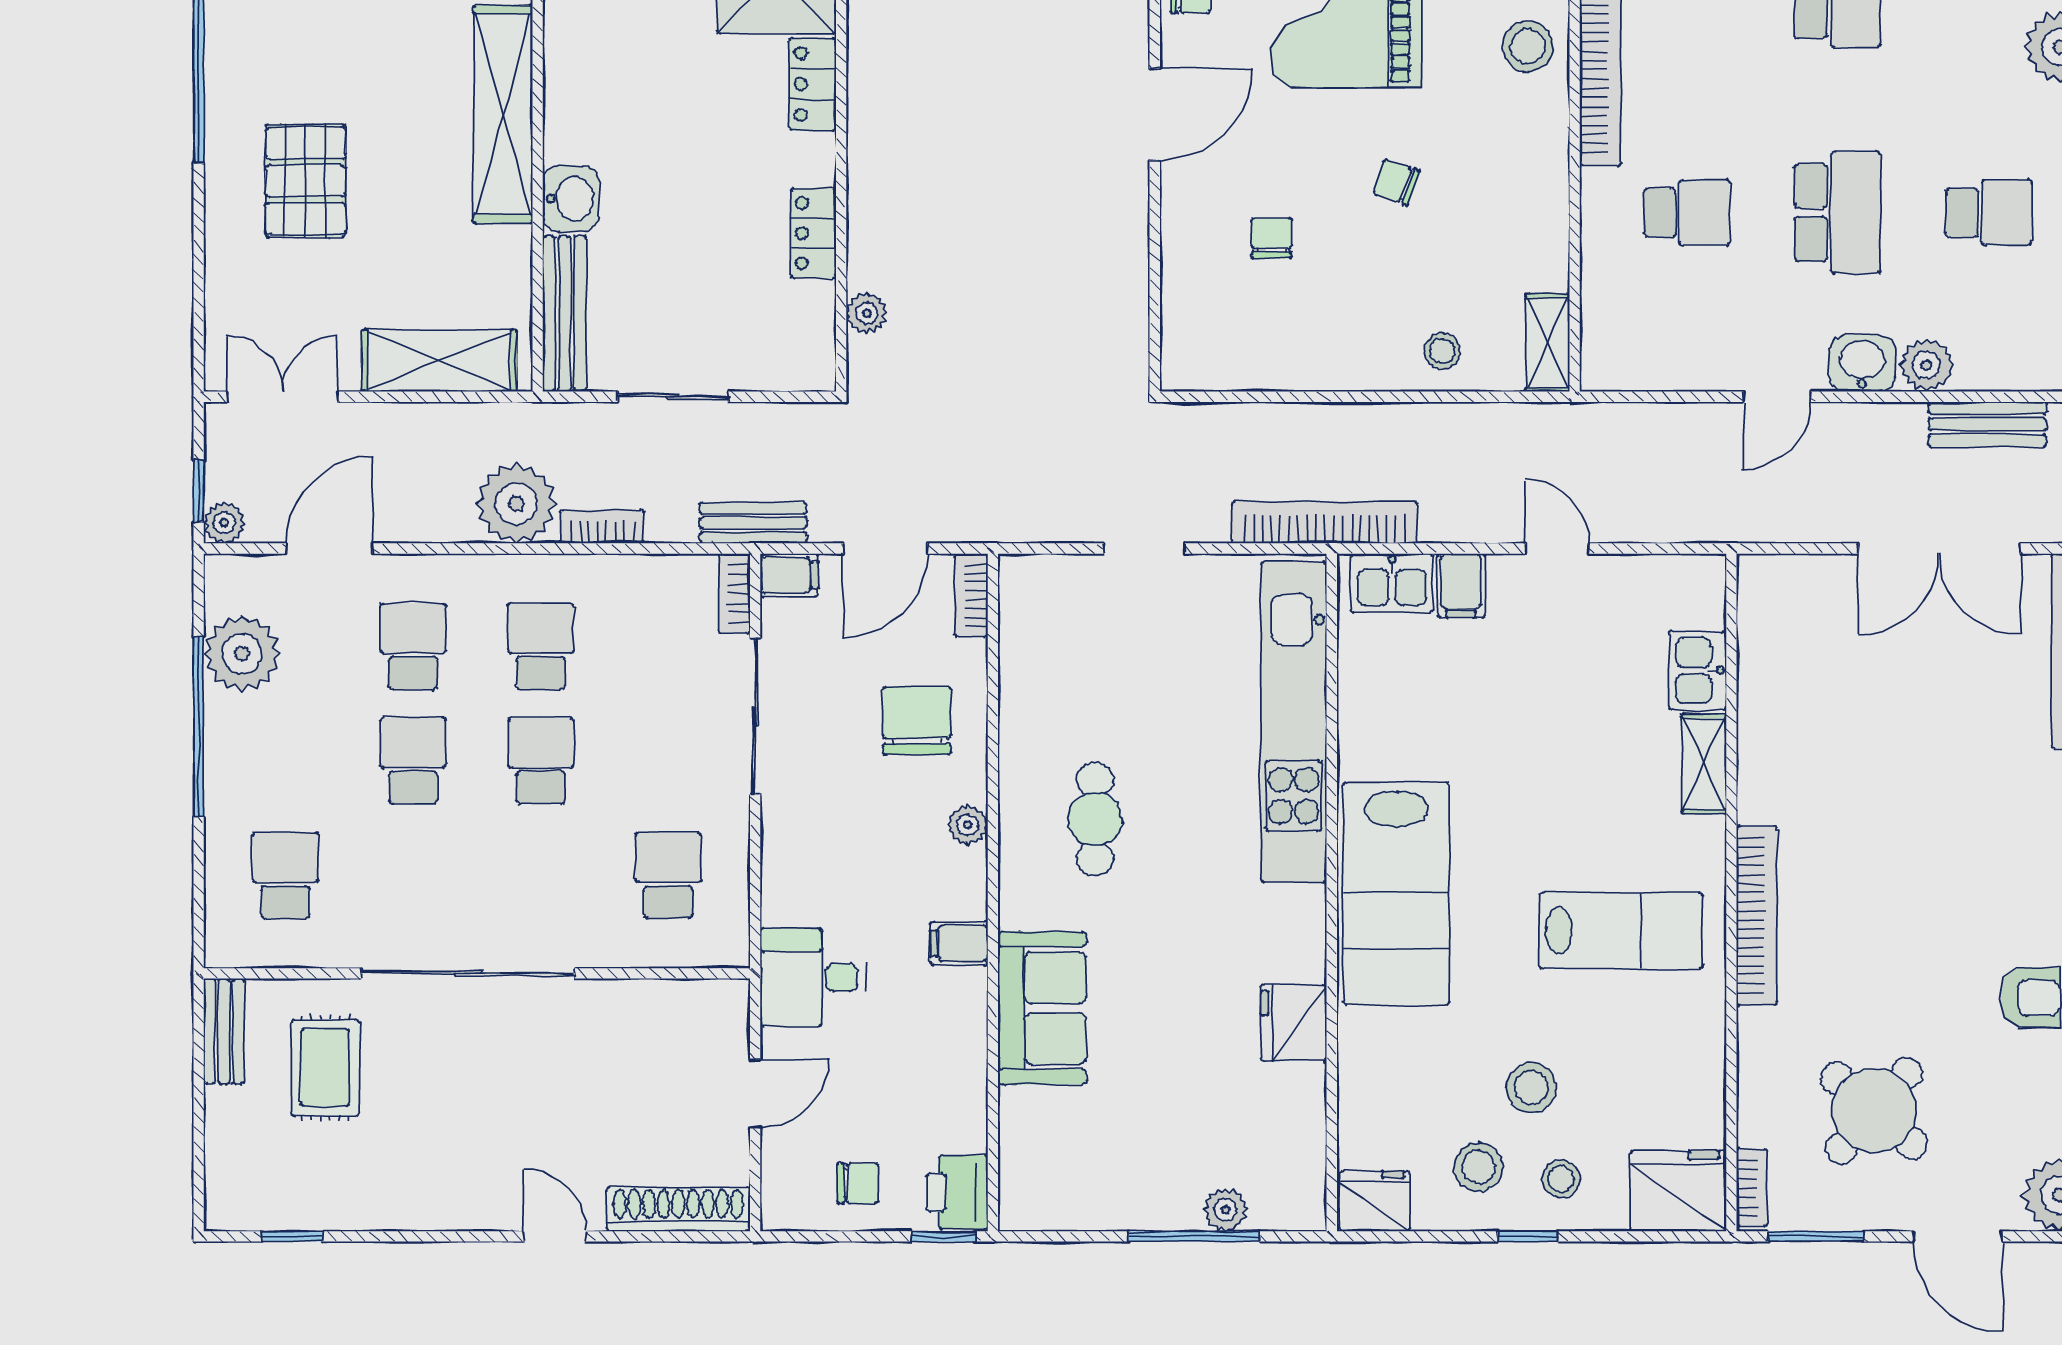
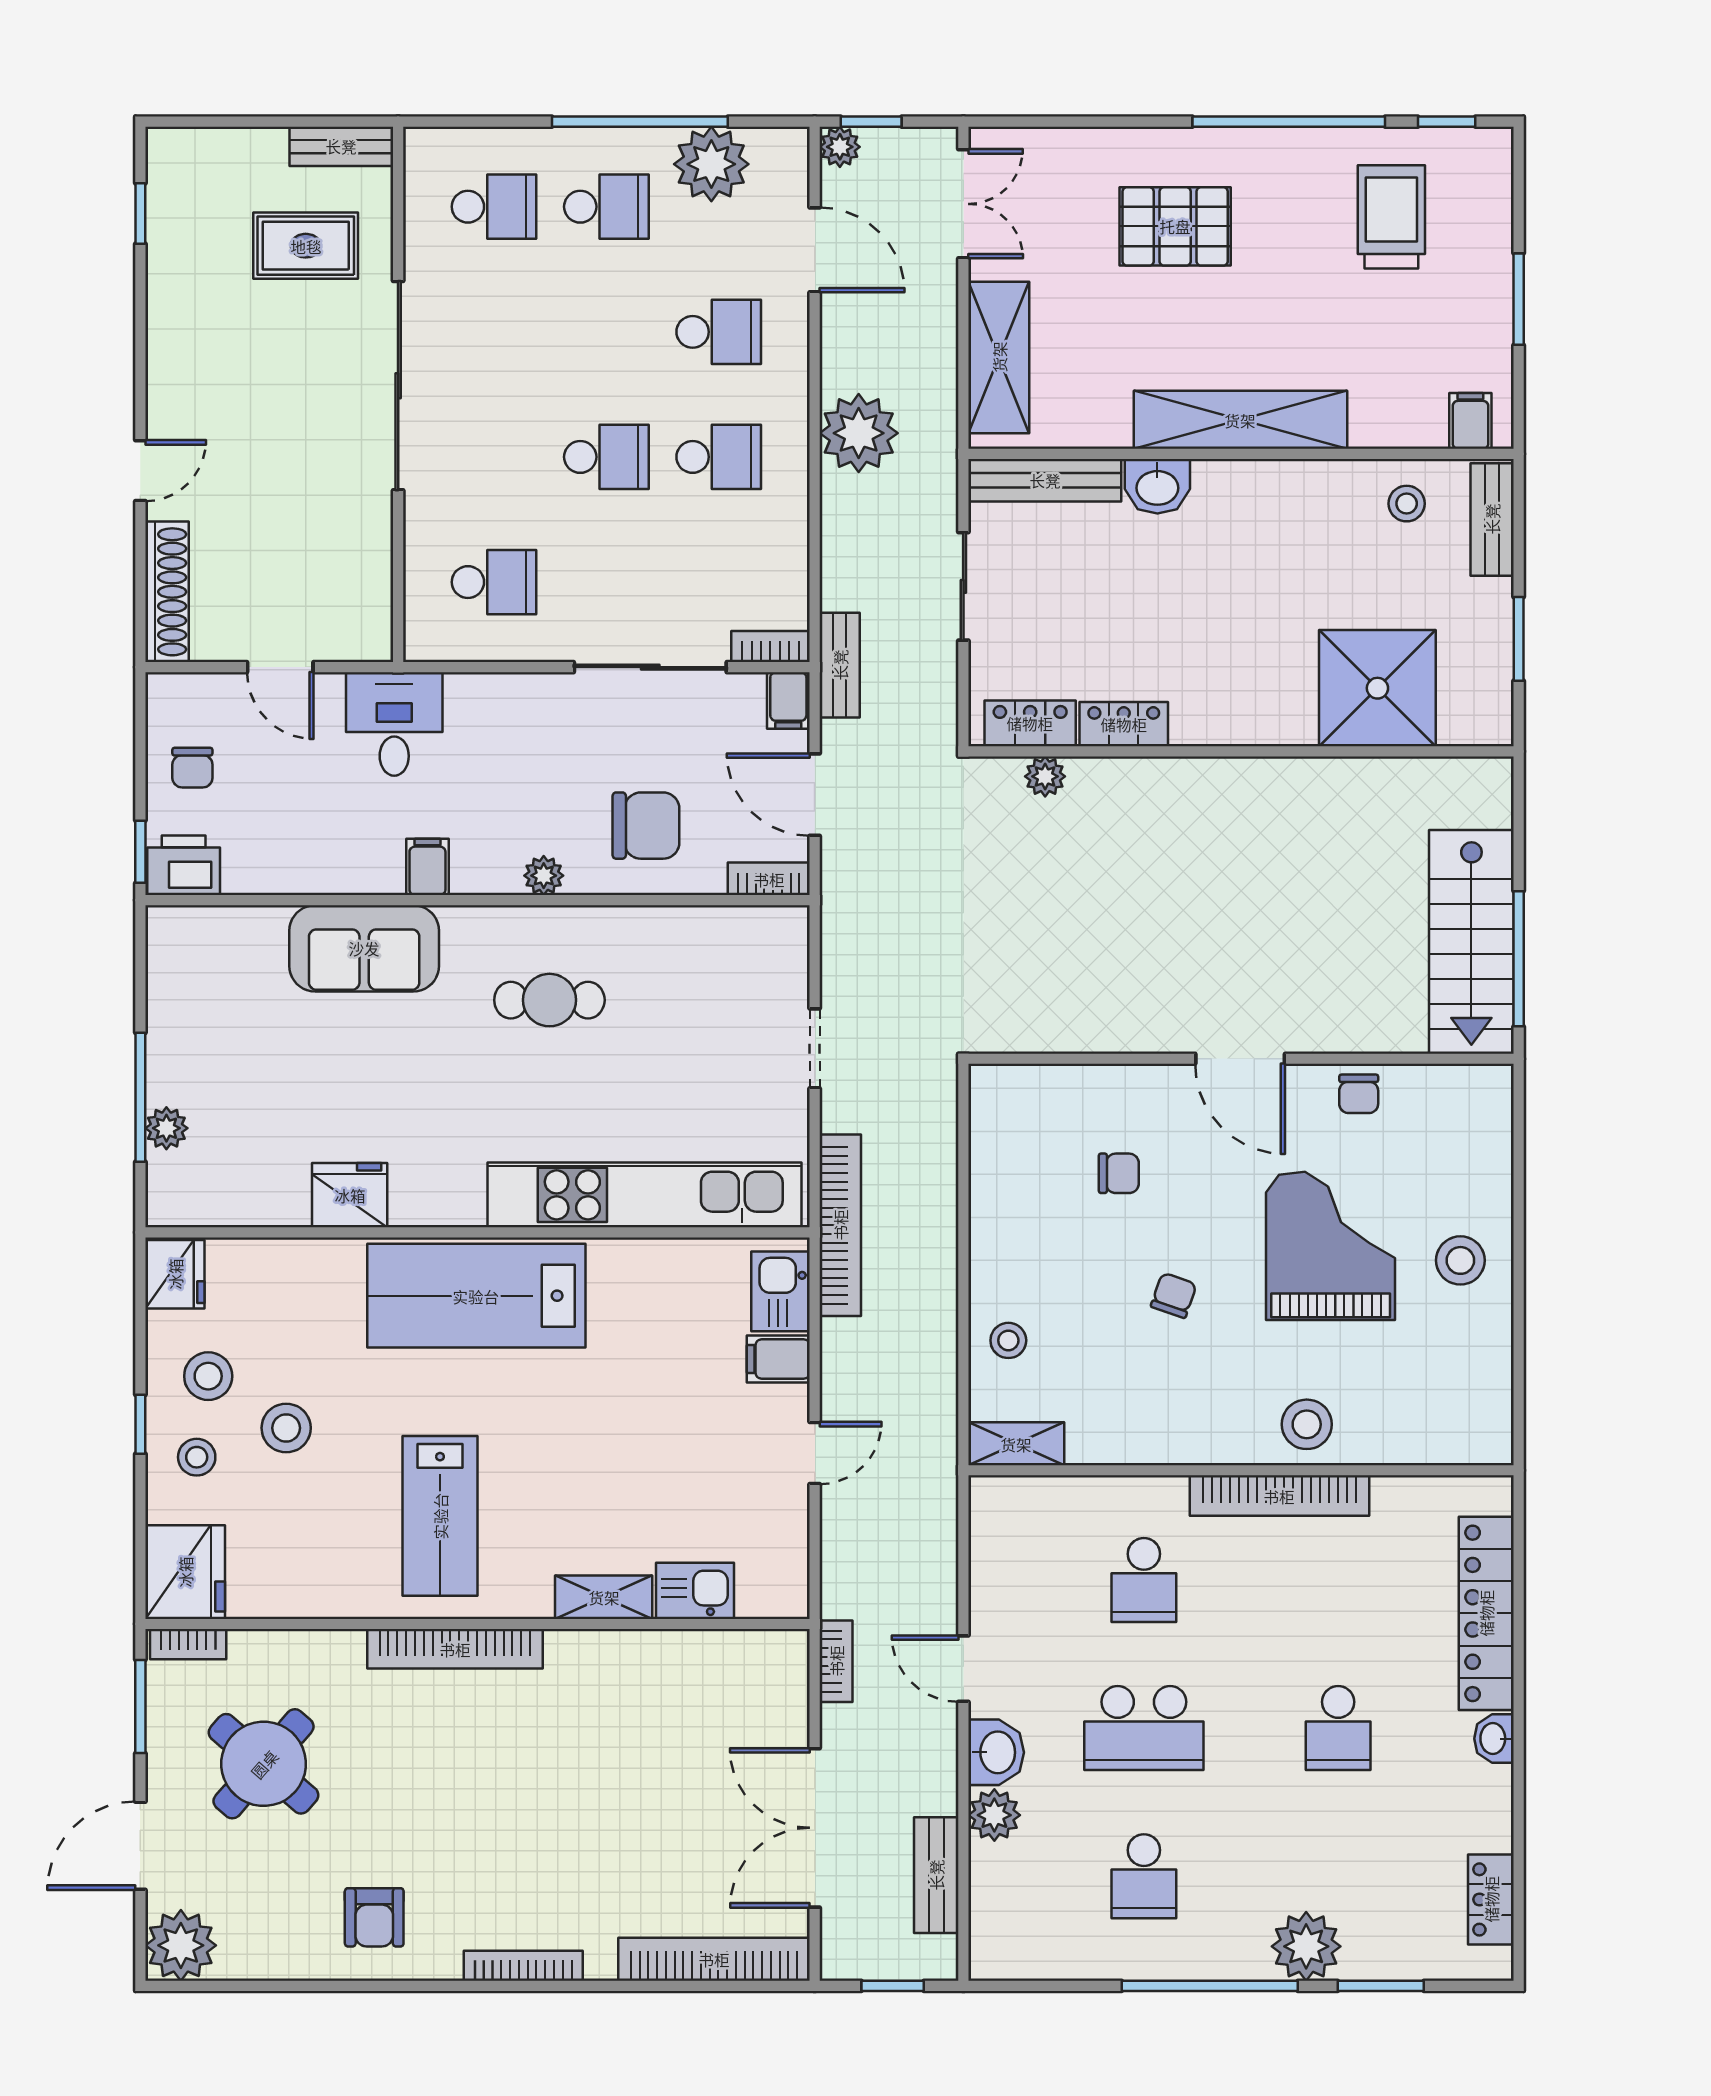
locker: (813, 84) -> (1030, 723), moved
bookcase: (602, 527) -> (836, 1661), moved
school desk: (413, 761) -> (606, 207), moved

